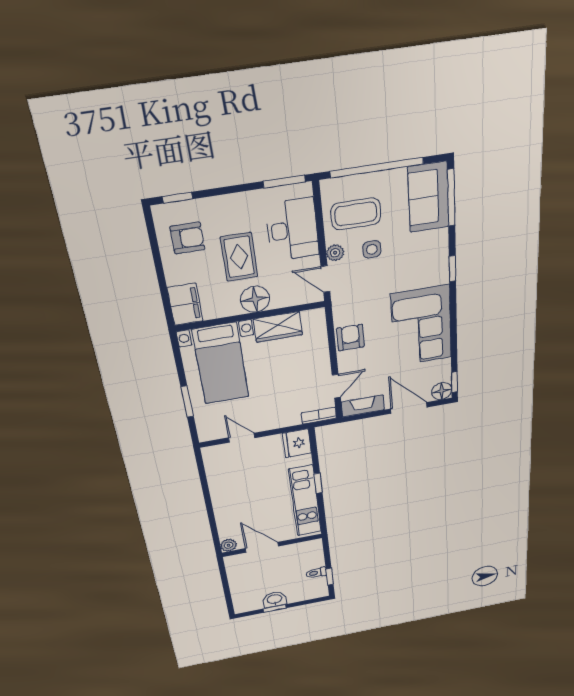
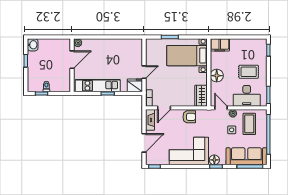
sofa: (428, 197) -> (246, 156), width x1.36
armchair: (187, 238) -> (250, 51), removed
rug: (239, 257) -> (249, 72), moved
door: (325, 279) -> (221, 108), hinge flipped
wardrobe: (278, 327) -> (201, 96), moved
door: (336, 386) -> (164, 108), hinge flipped
floor lamp: (442, 391) -> (214, 160), moved
door: (242, 438) -> (144, 72), moved
washbasin: (275, 599) -> (33, 45), moved

